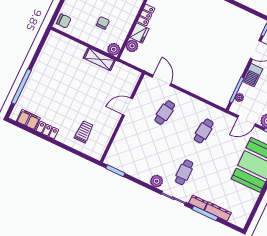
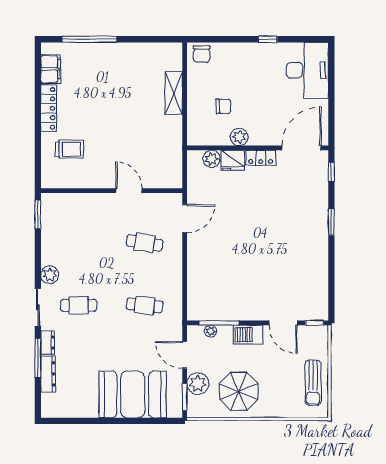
plant: (114, 49) -> (239, 137), moved
shelving: (99, 59) -> (174, 93), moved
locker: (47, 130) -> (49, 108), width x1.53

